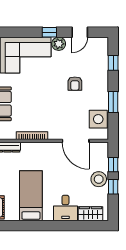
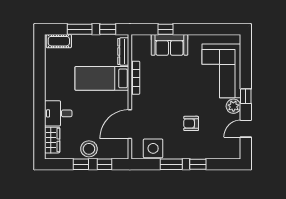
door: (80, 32) -> (246, 129), hinge flipped
window: (113, 63) -> (198, 164), moved
bed: (31, 196) -> (102, 78), moved, turned 180

